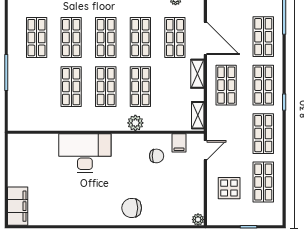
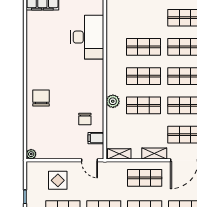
desk: (85, 153) -> (87, 37), moved

